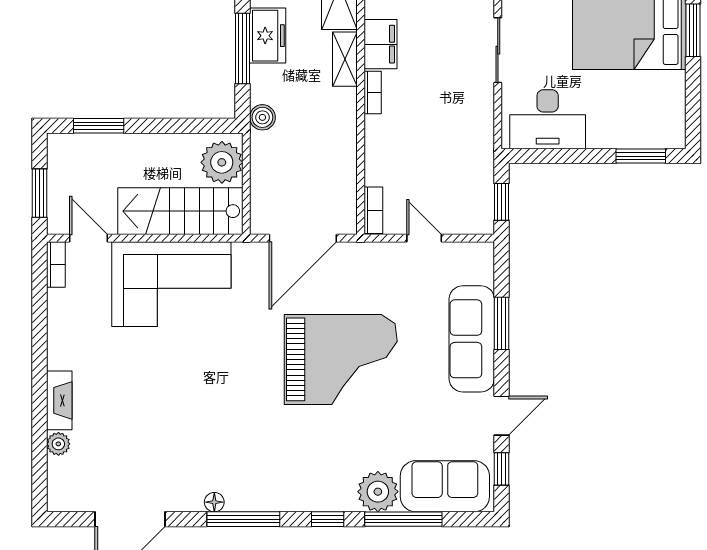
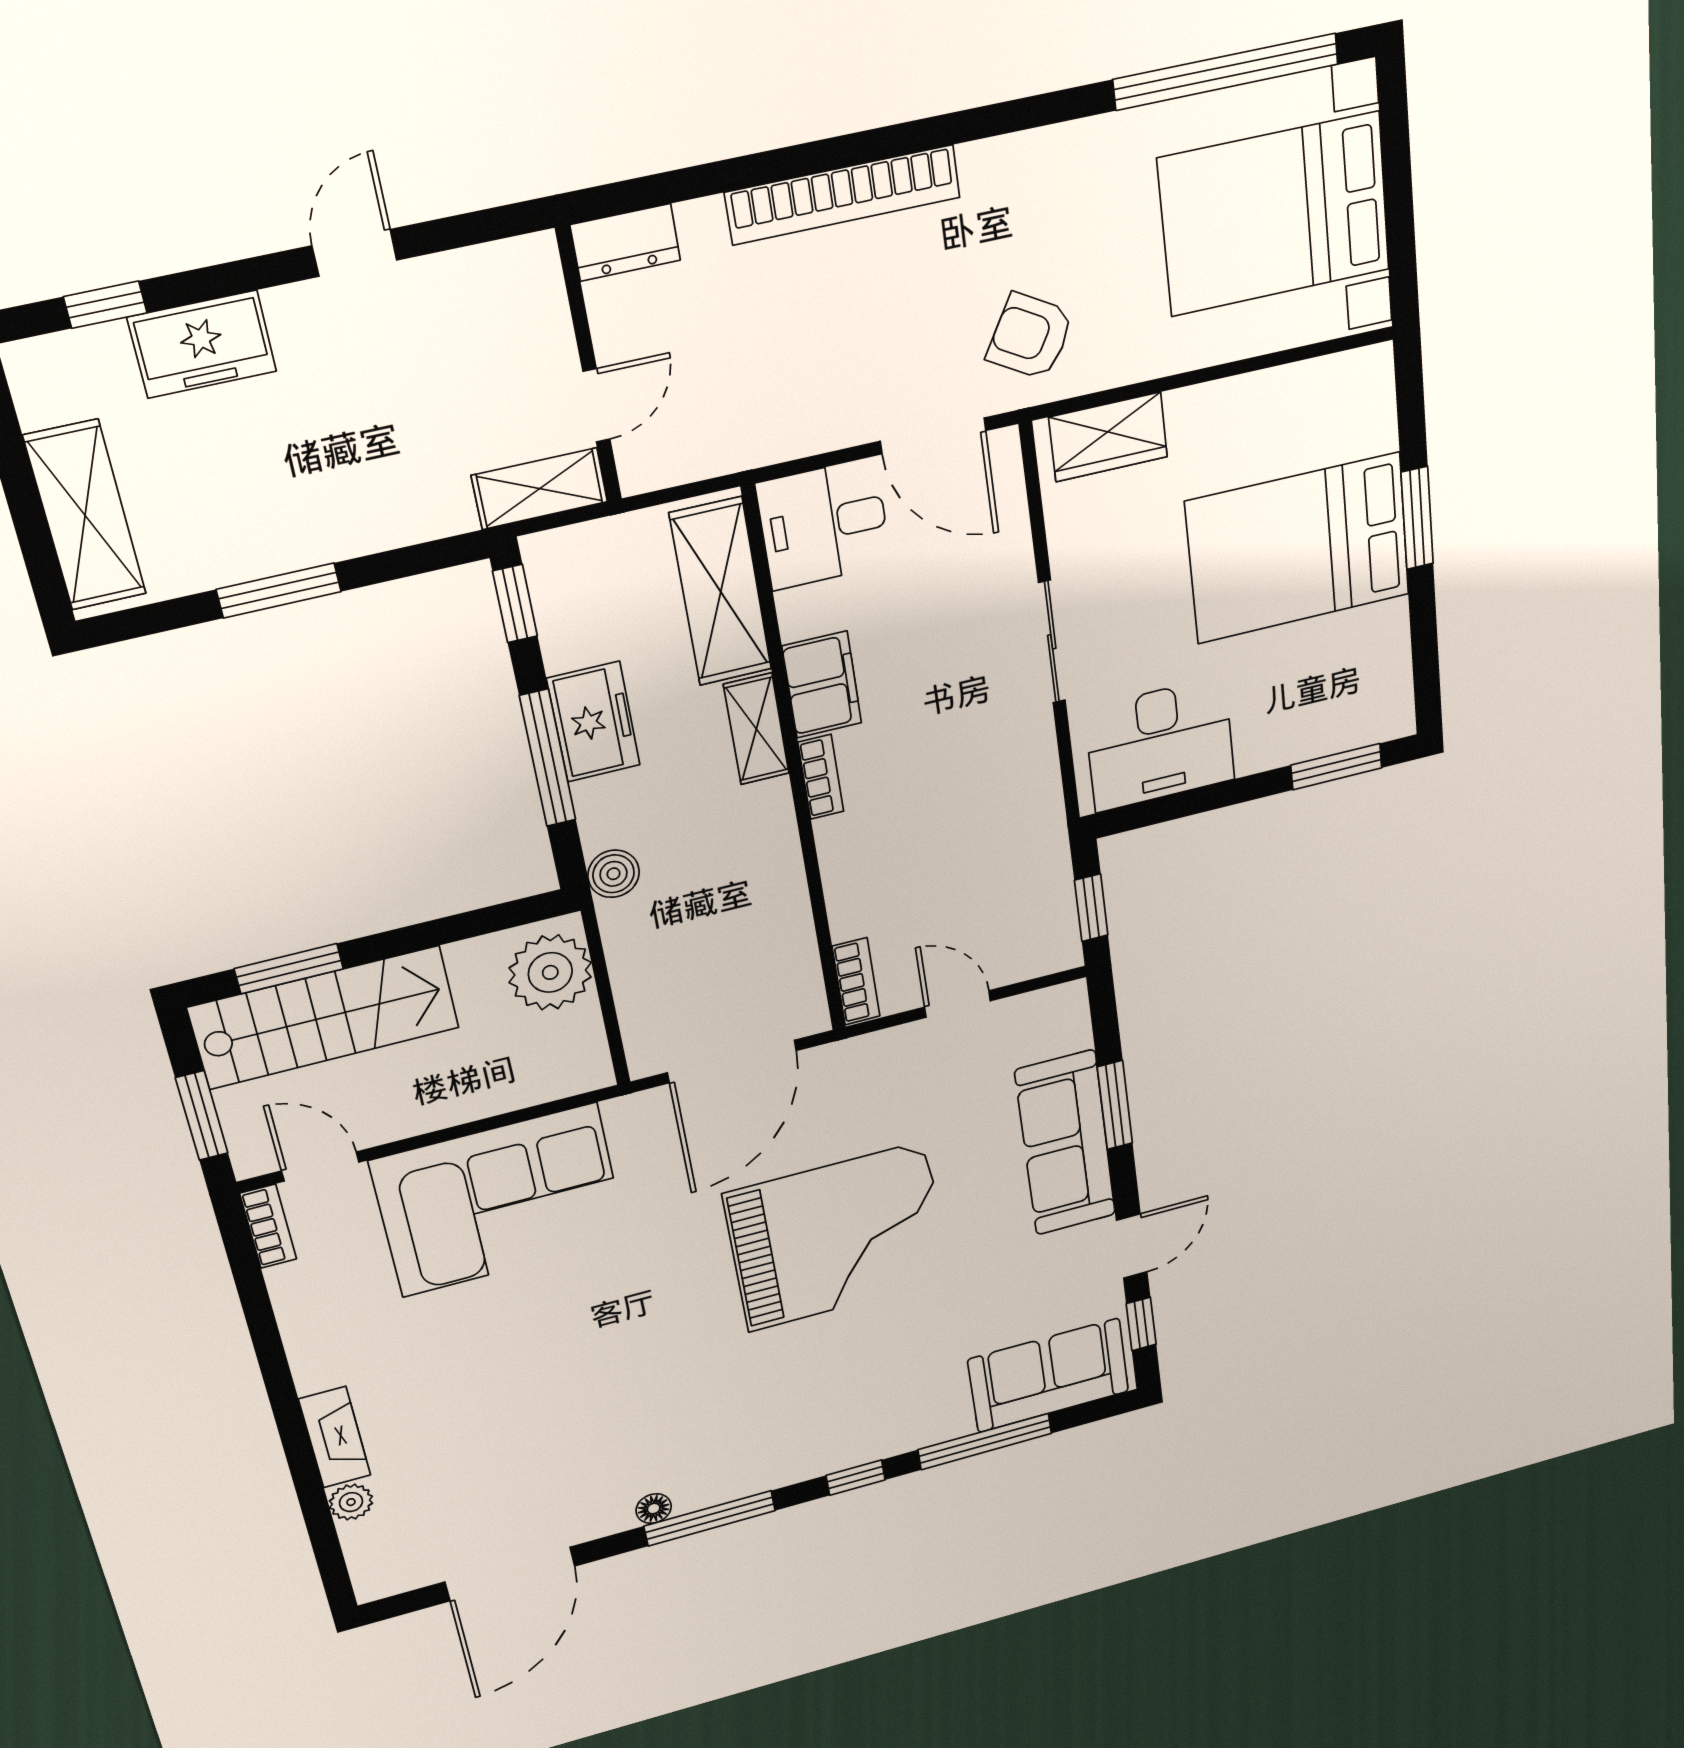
stairs: (180, 211) -> (324, 1018), moved, turned 180
plant: (378, 492) -> (935, 1415), removed

